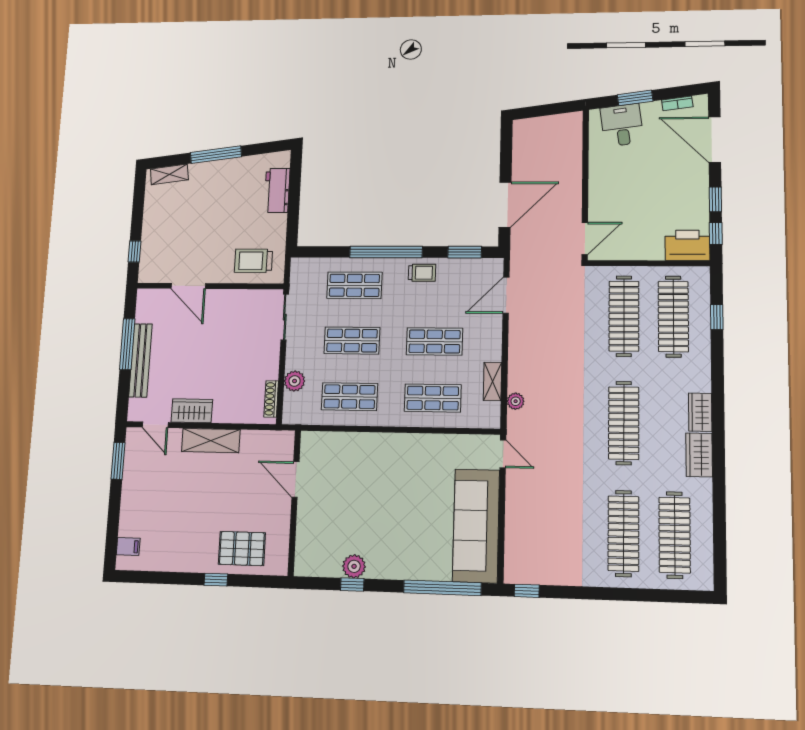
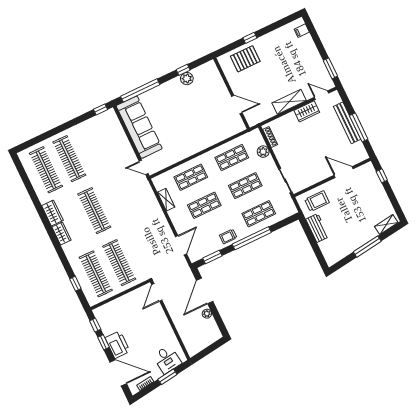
workbench: (277, 190) -> (317, 228), moved
printer: (687, 245) -> (118, 345), moved, turned -90
plant: (516, 401) -> (207, 314), moved

